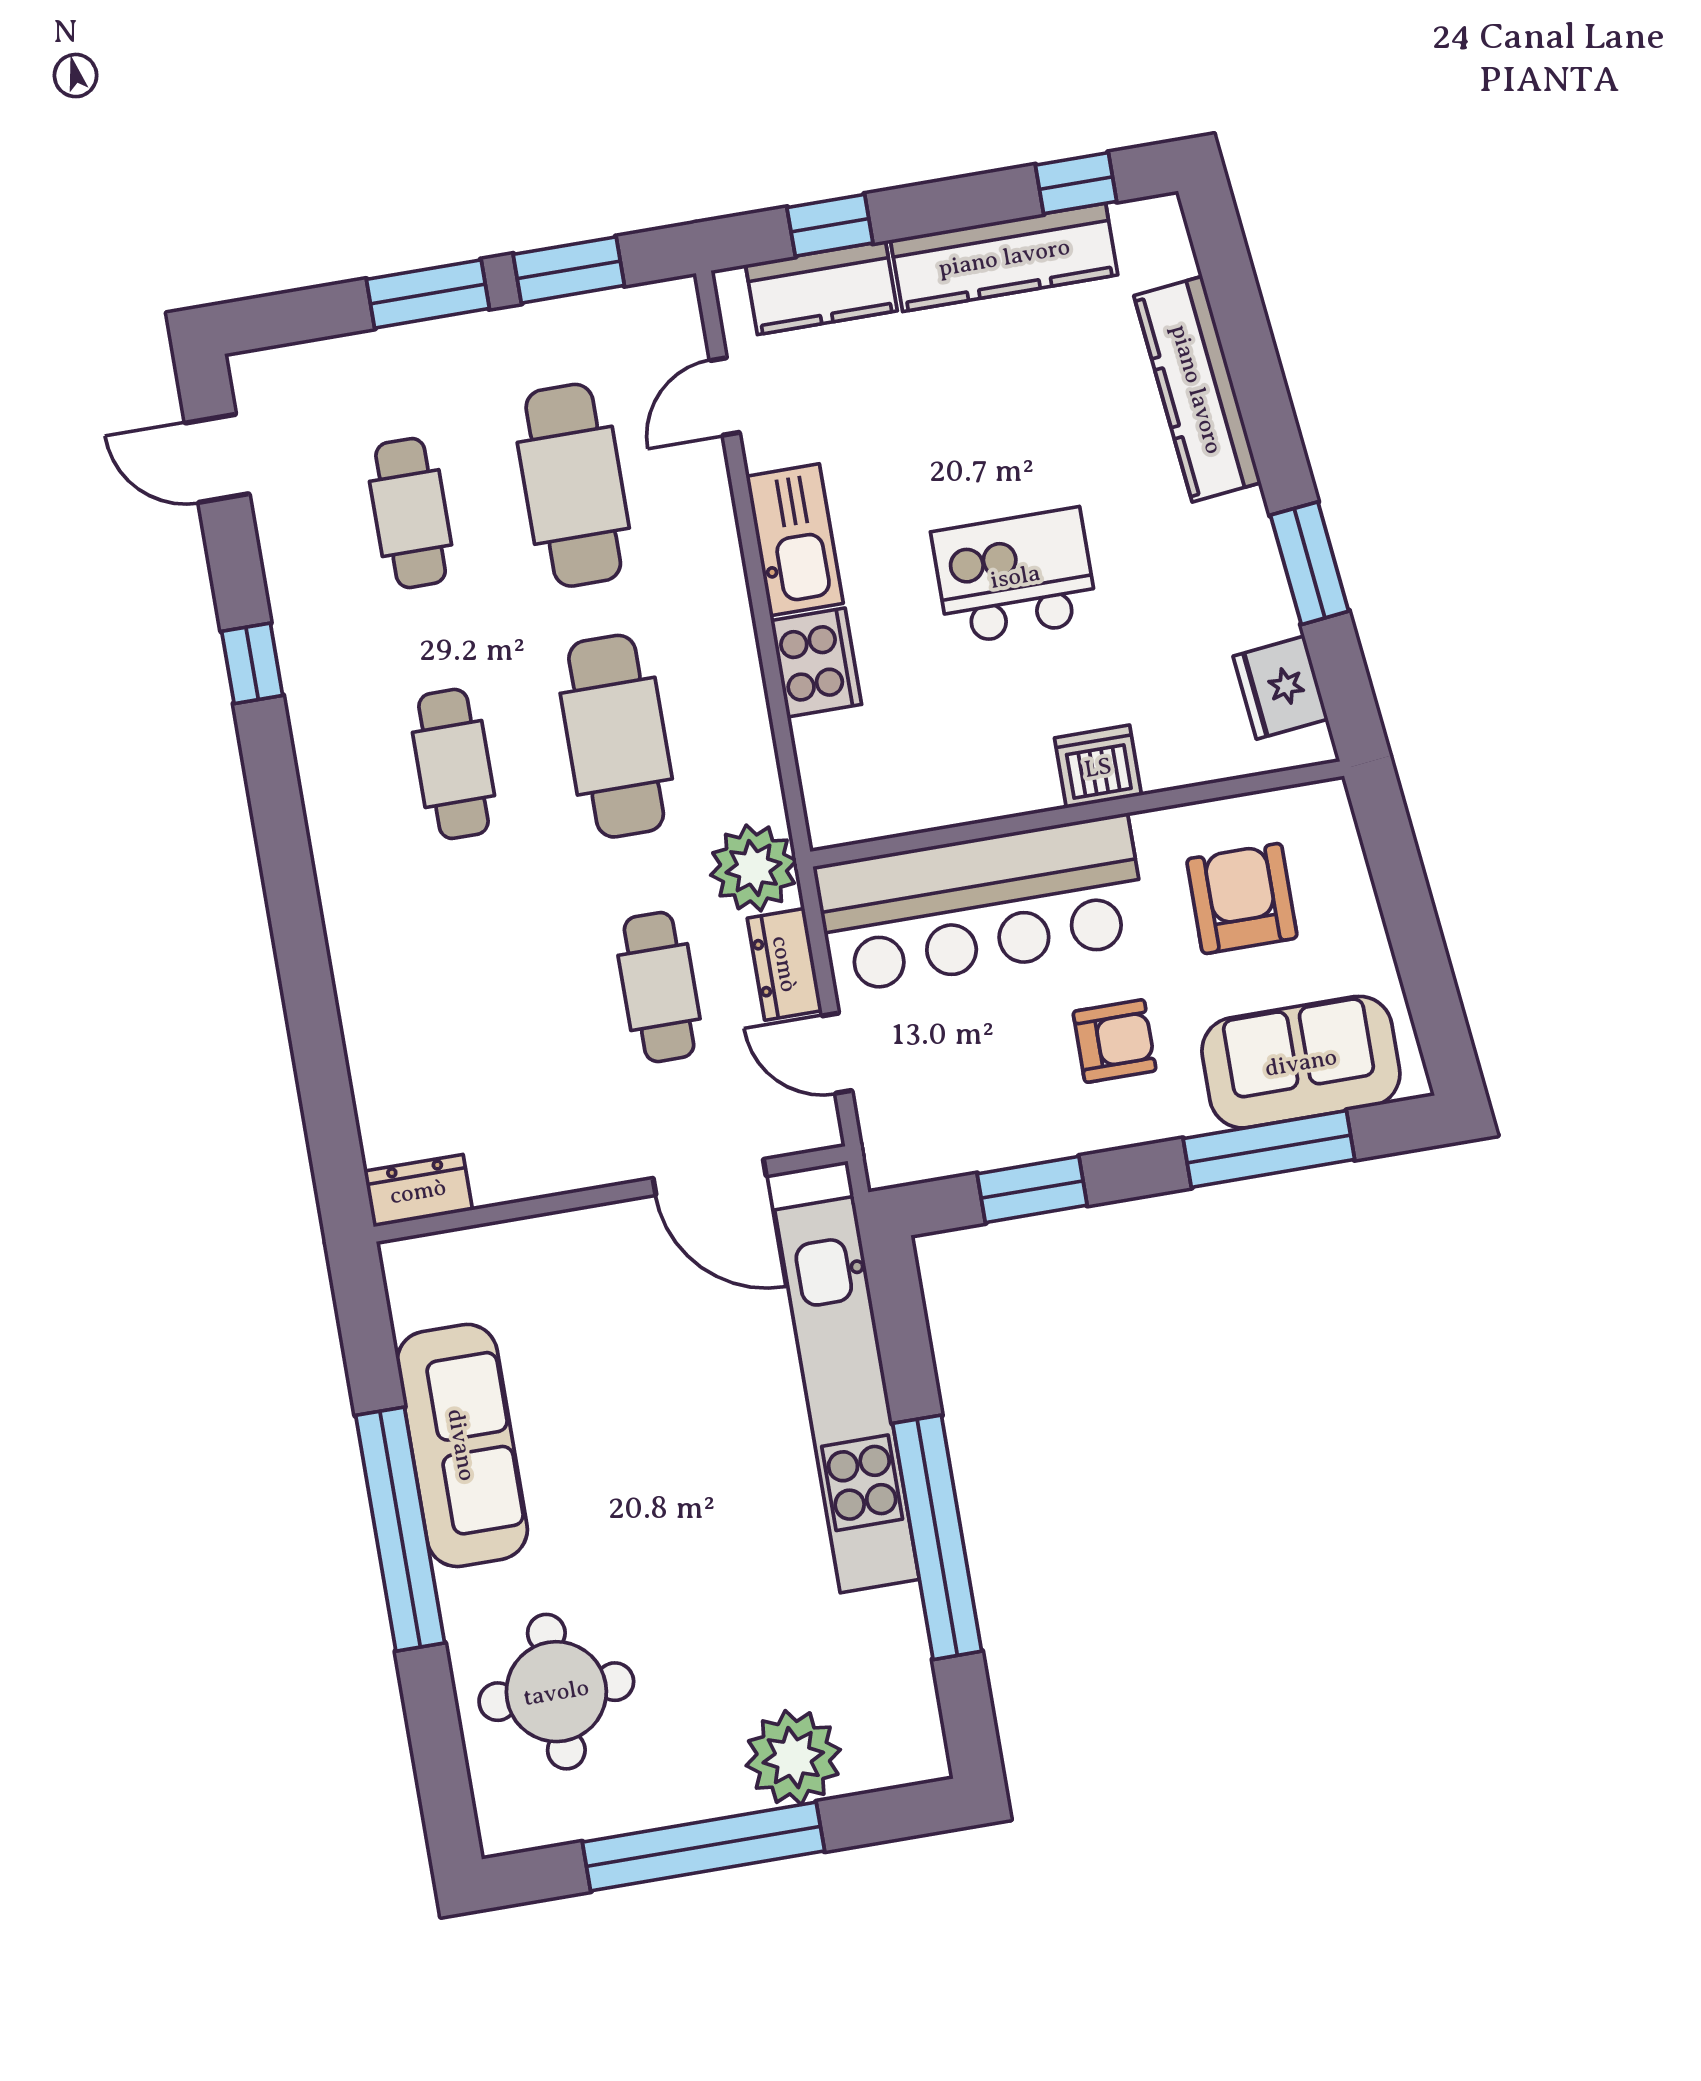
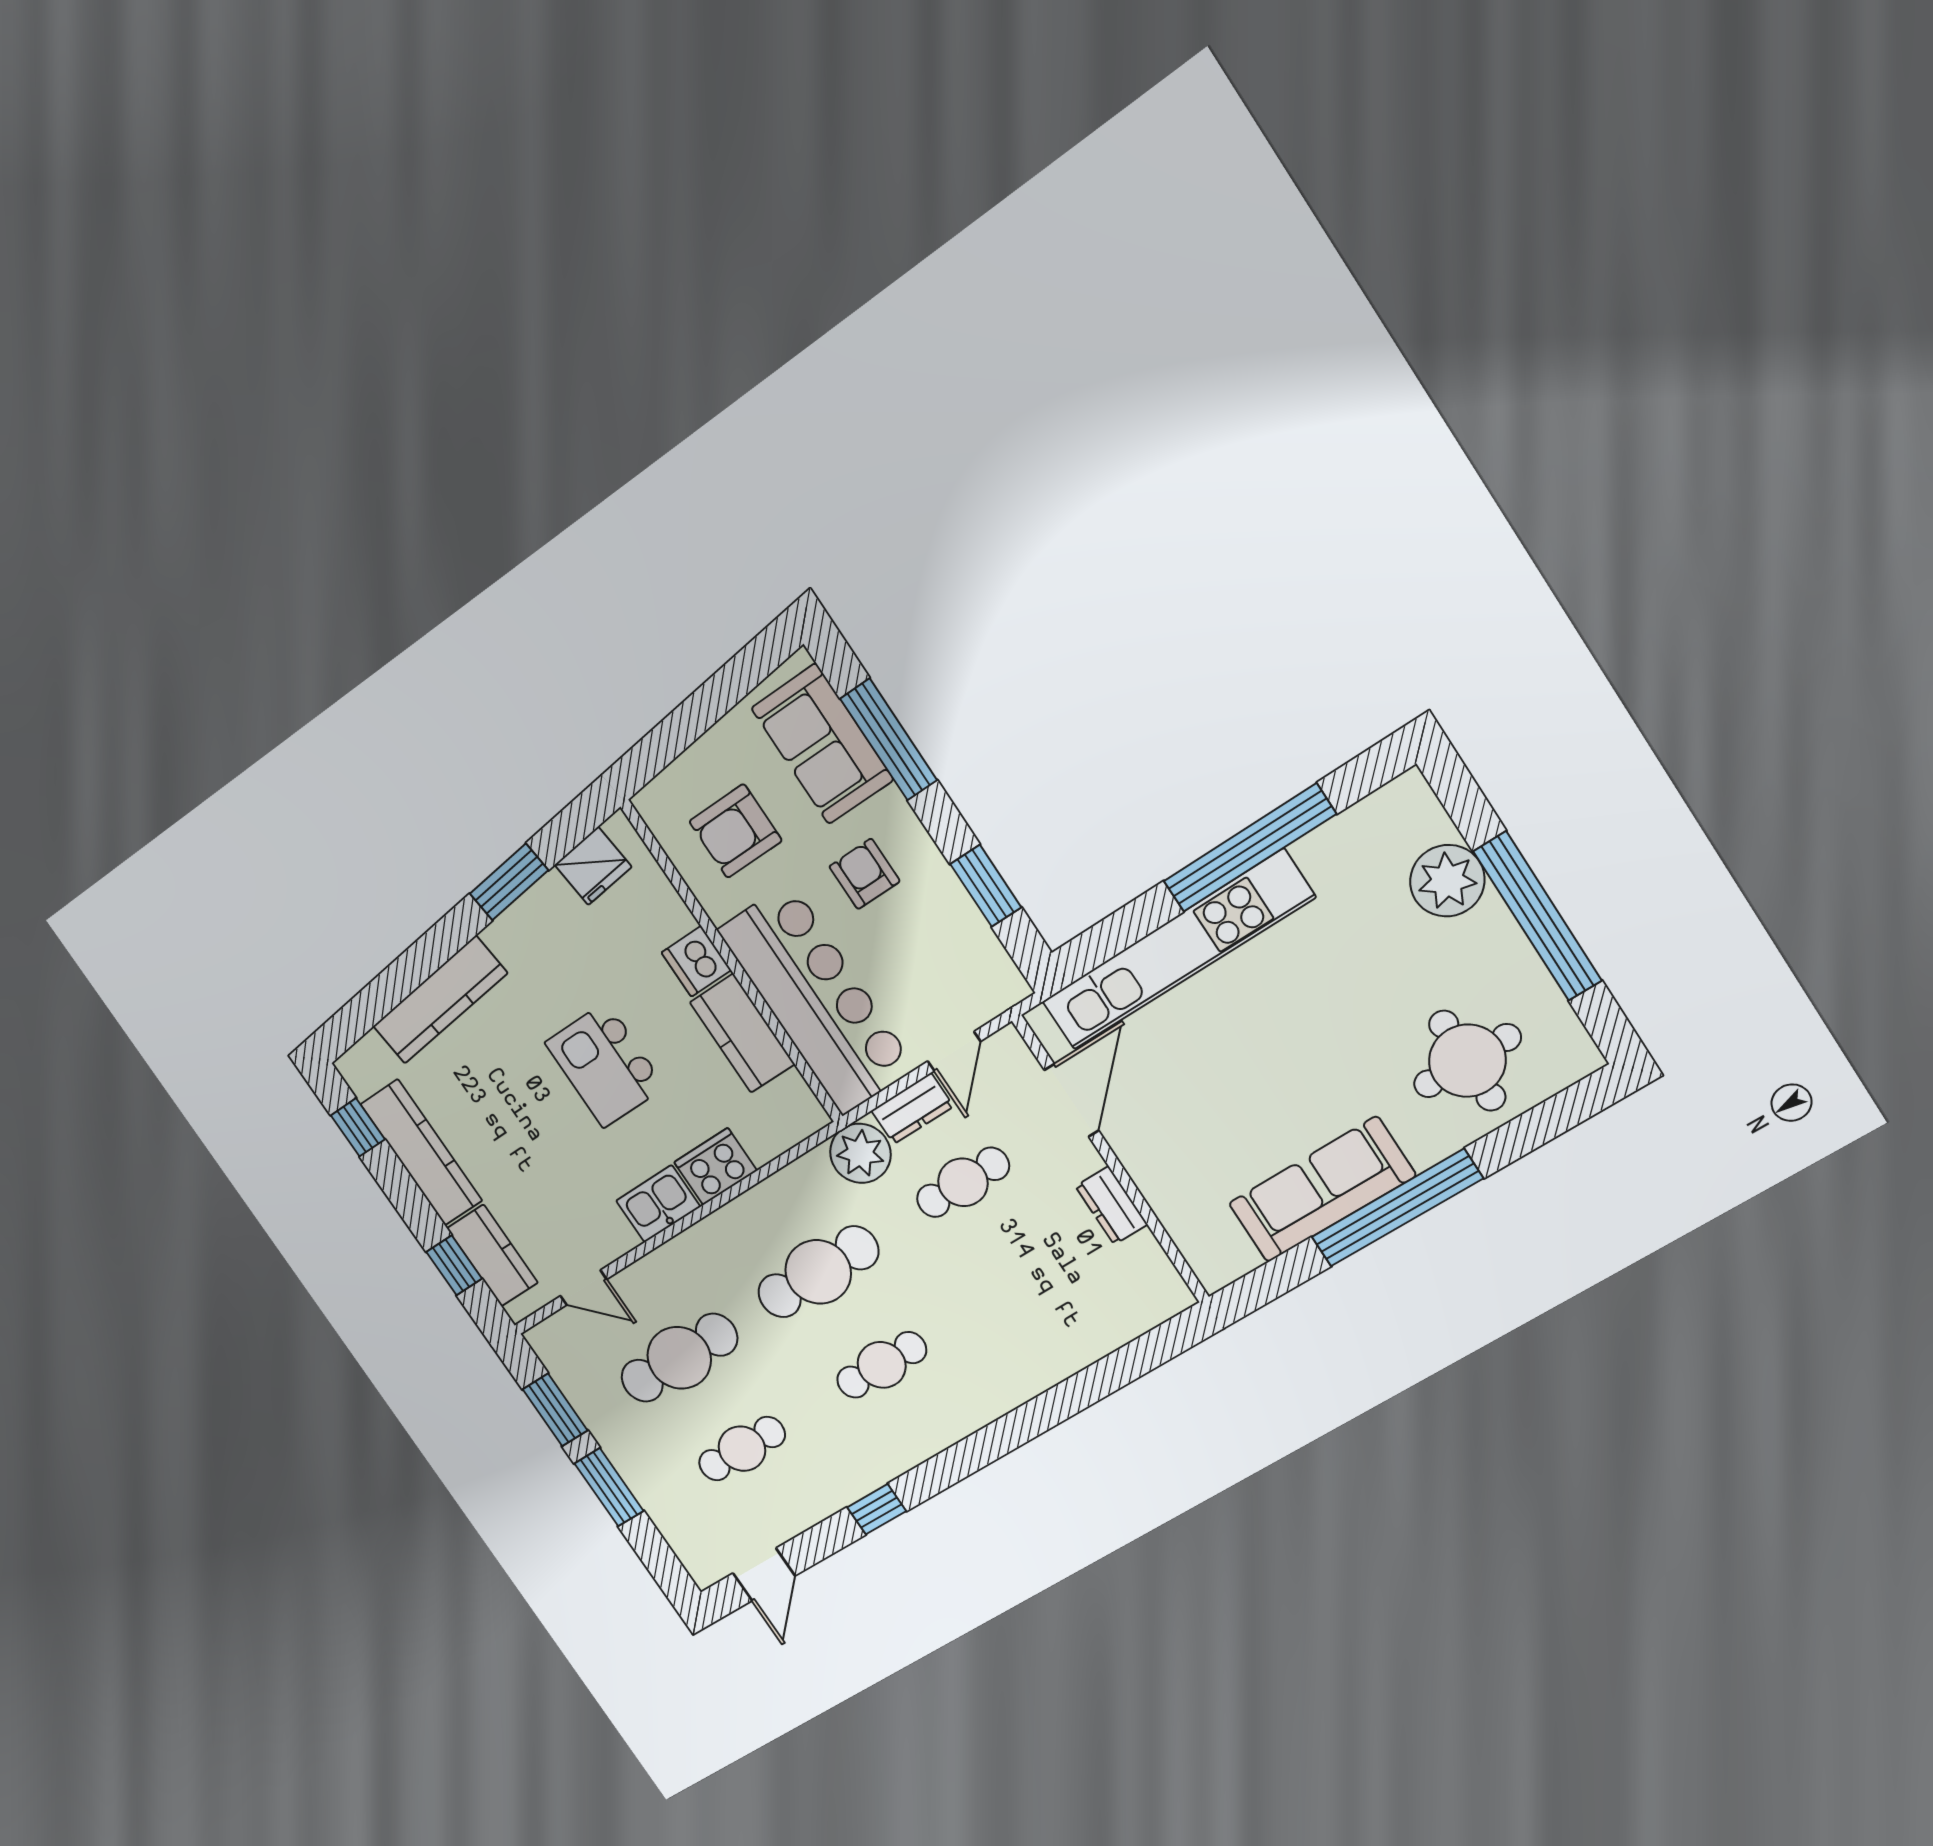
kitchen sink: (795, 540) -> (658, 1204), width x0.73
kitchen counter: (978, 784) -> (742, 1033), added
dresser: (418, 1191) -> (1111, 1205), moved

